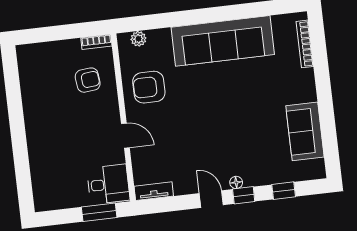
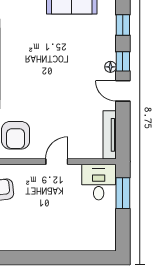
tv unit: (154, 191) -> (110, 135), width x1.41
door: (211, 199) -> (123, 91), hinge flipped

